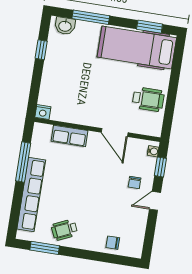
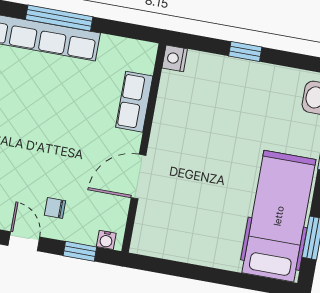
window: (41, 50) -> (245, 51), moved
wheelchair: (148, 99) -> (193, 233), removed
window: (23, 162) -> (59, 18), moved

